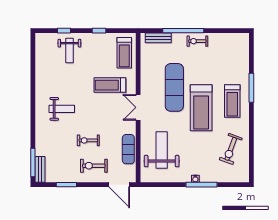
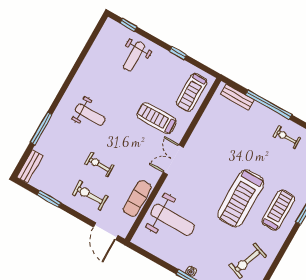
window: (64, 31) -> (128, 25), moved
exercise bike: (197, 41) -> (287, 137), moved
exercise mat: (174, 87) -> (224, 160), removed
treadmill: (232, 101) -> (278, 210), turned 180
weight bench: (162, 150) -> (172, 220), turned 90
window: (33, 162) -> (41, 128), moved

